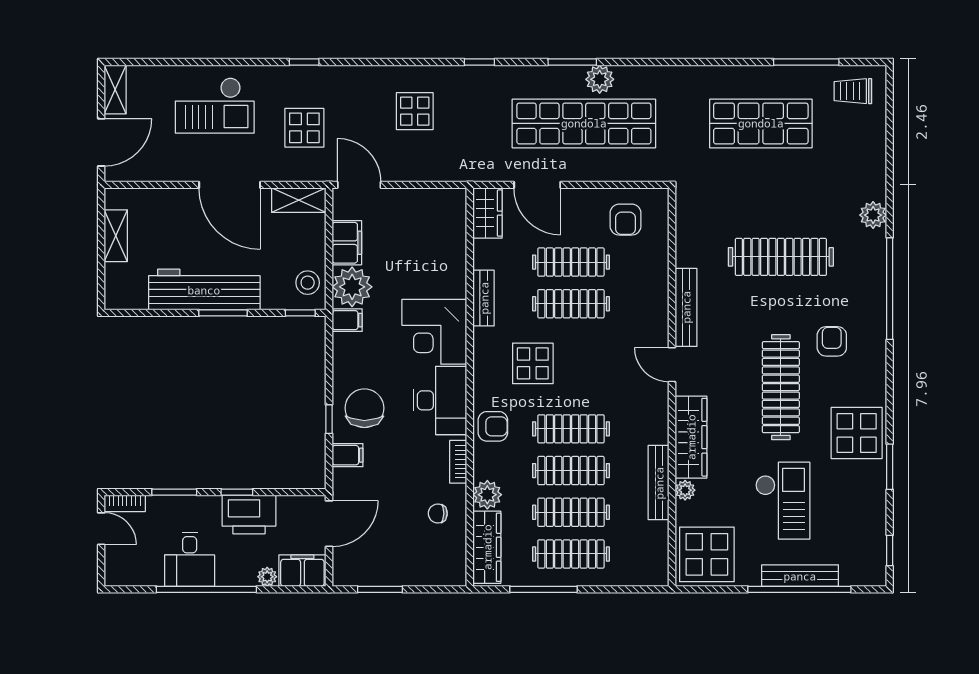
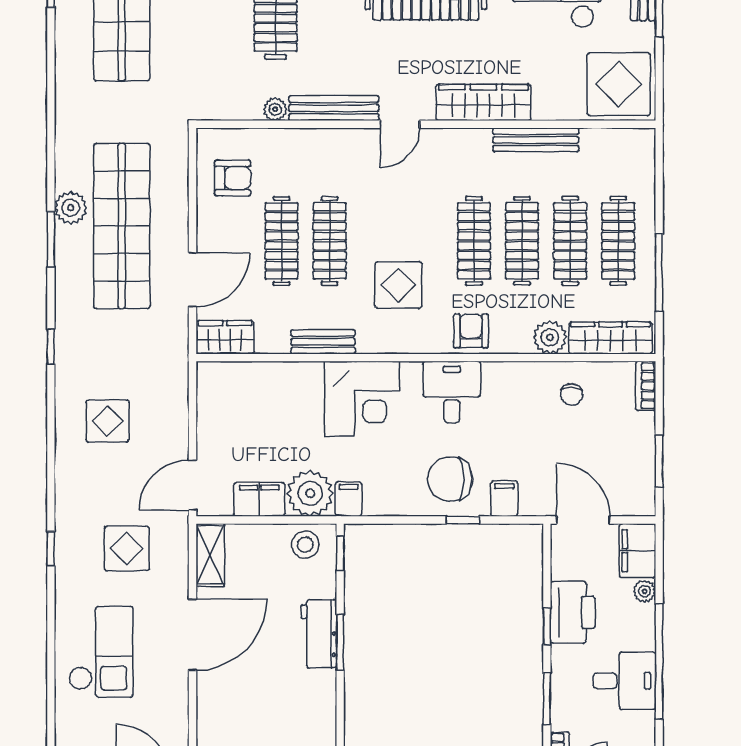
workbench: (204, 290) -> (319, 634), width x0.53, depth x0.76
desk: (440, 400) -> (452, 392), width x0.73
bookcase: (458, 462) -> (646, 386), moved, turned 90
plant: (685, 490) -> (275, 109), moved

